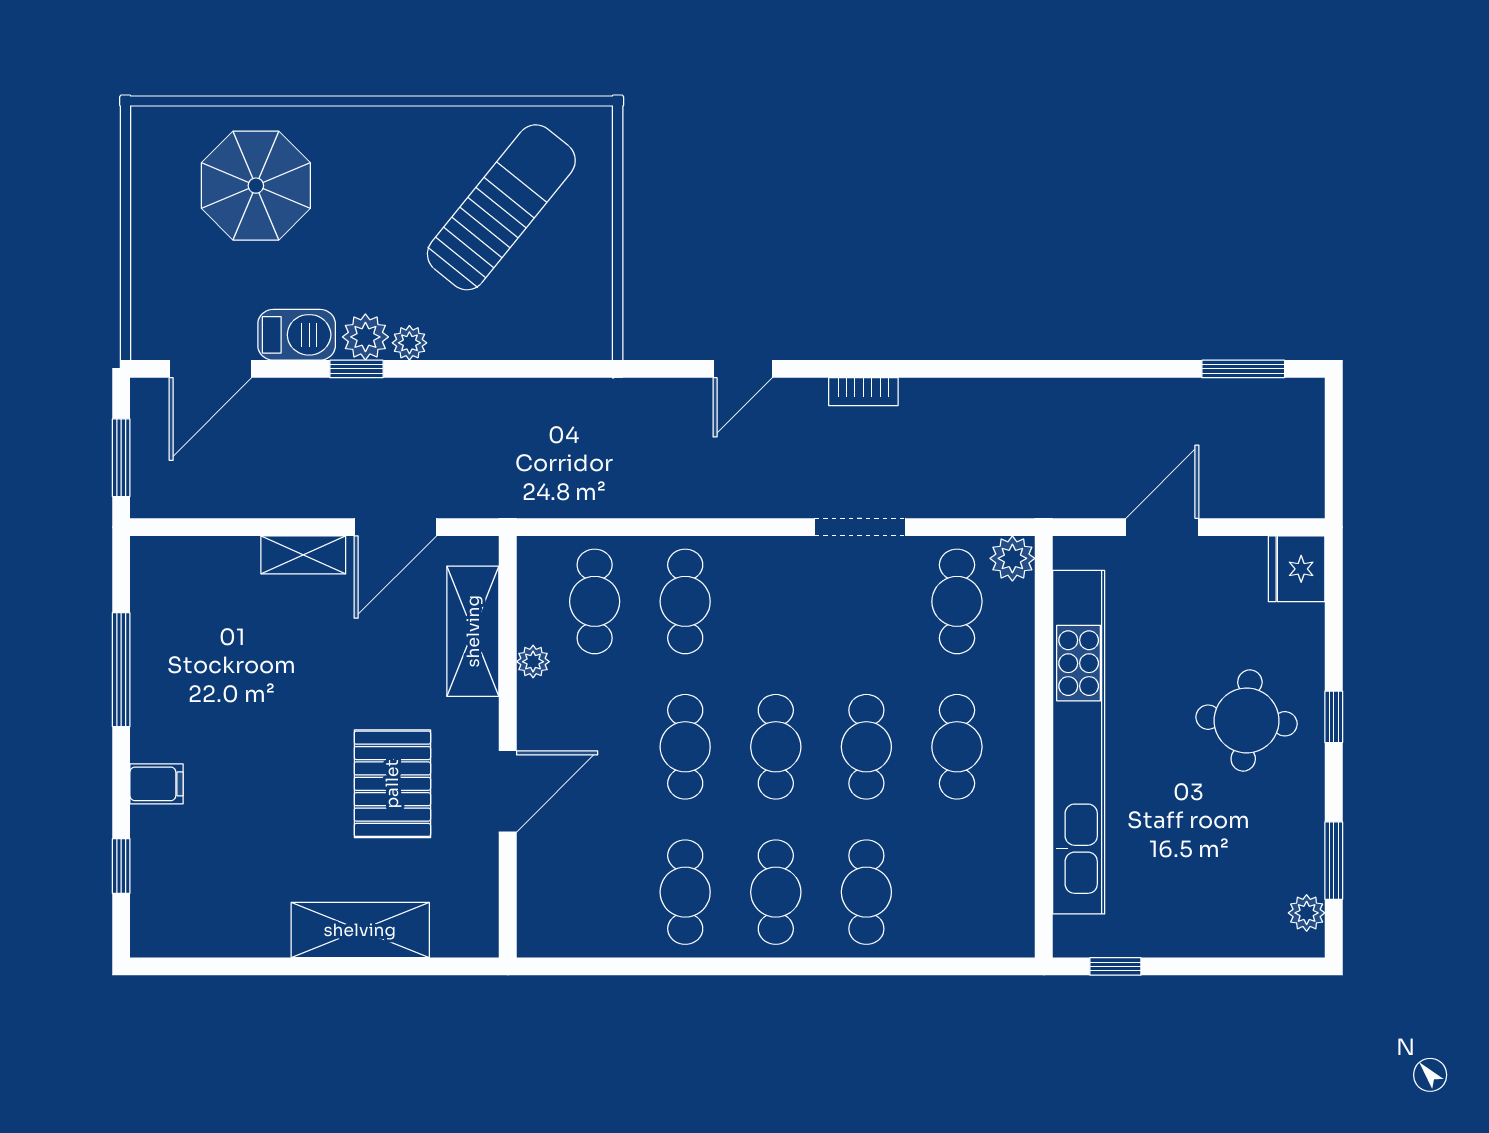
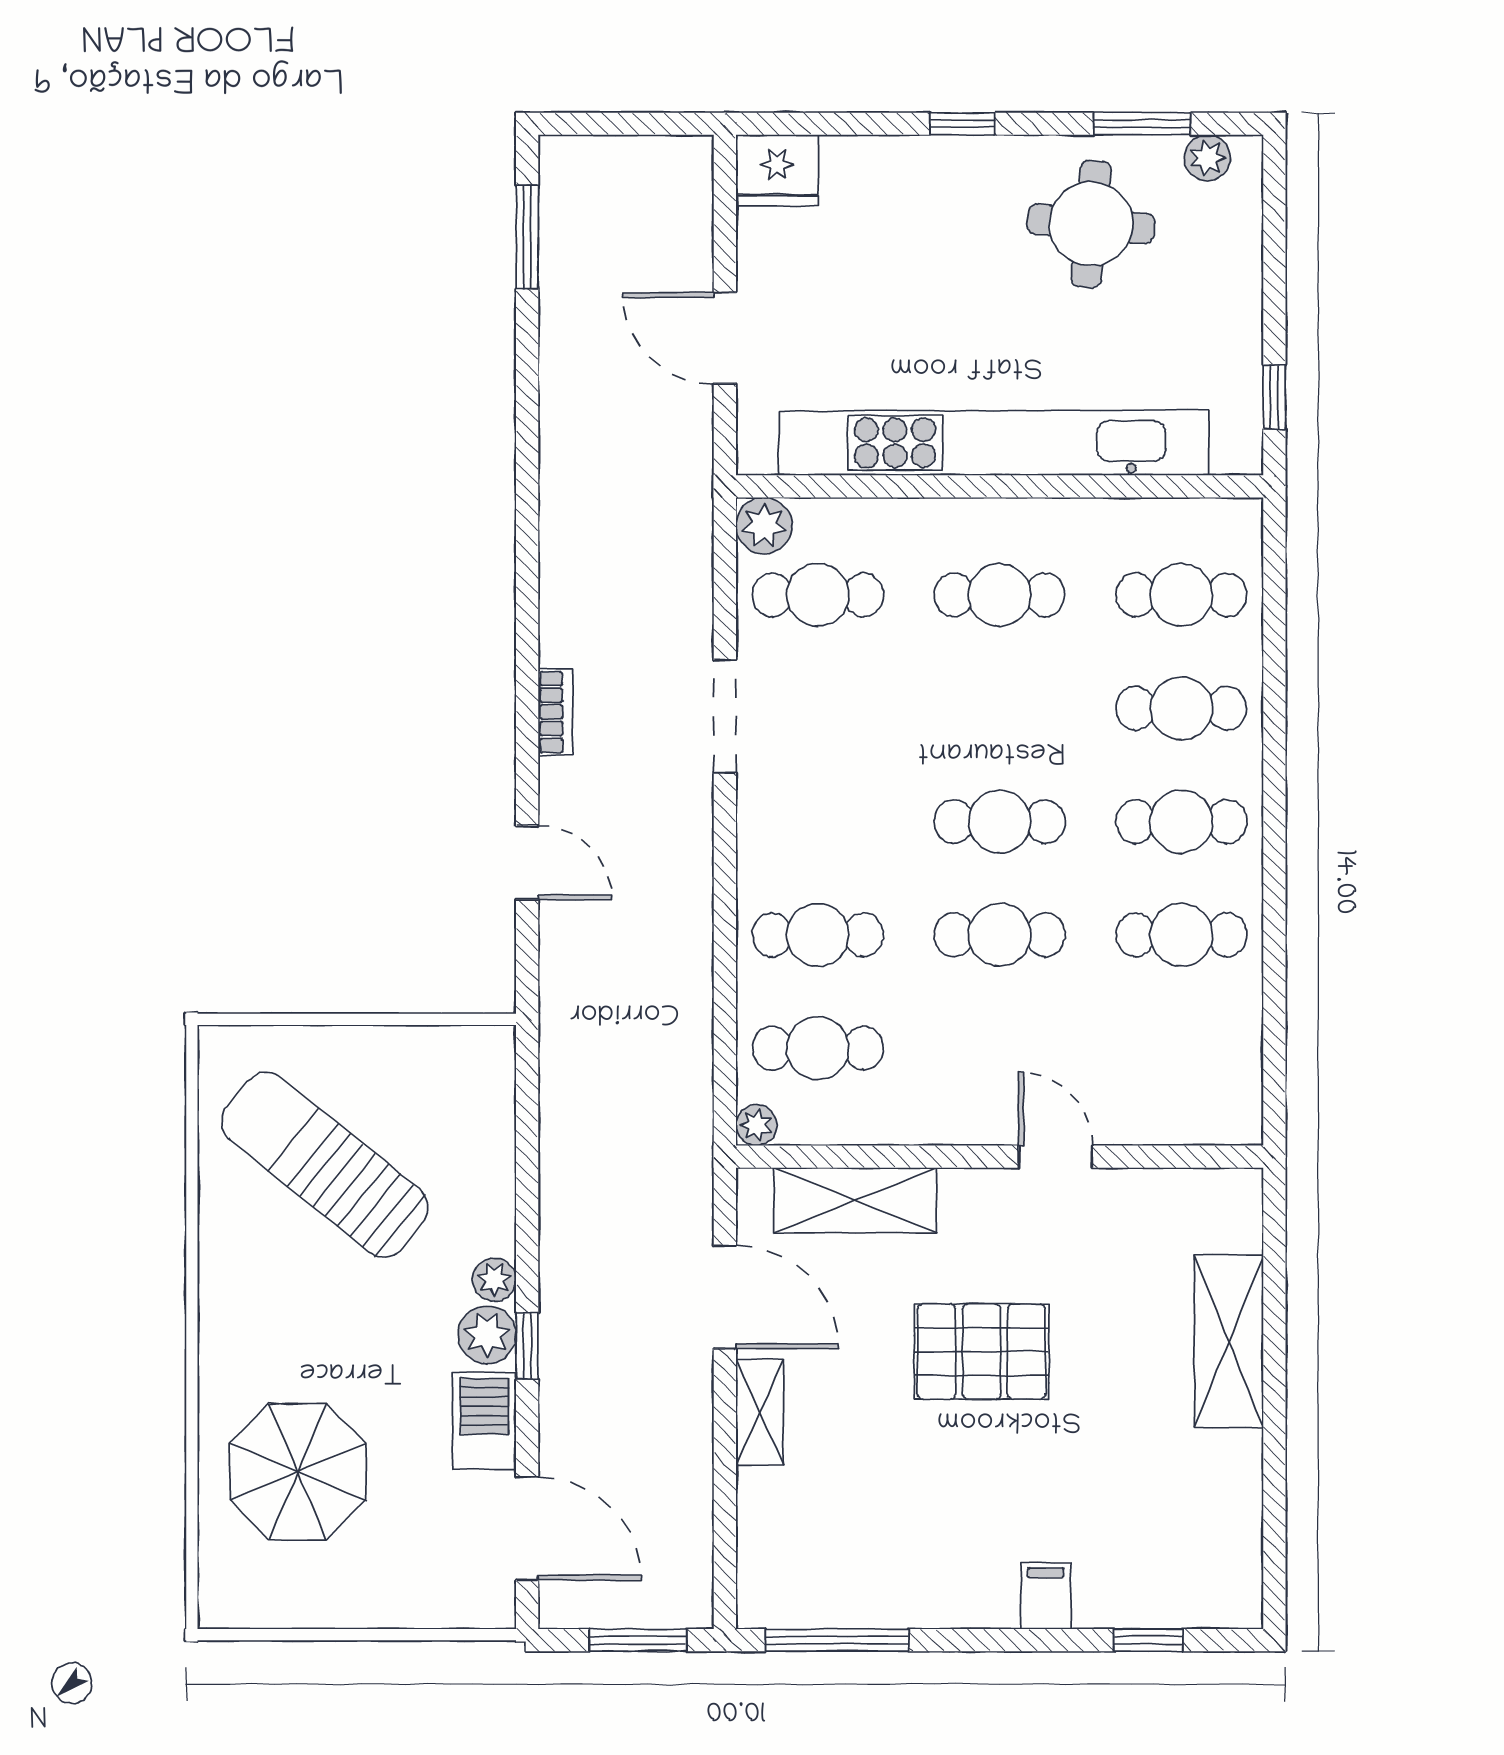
plant: (533, 662) -> (756, 1125), moved
window: (121, 670) -> (837, 1640), moved
round table: (1247, 720) -> (1091, 224), moved
cafe table: (866, 747) -> (1181, 595), moved
pallet: (392, 784) -> (982, 1352), moved
door: (508, 792) -> (1056, 1157), width x0.73

